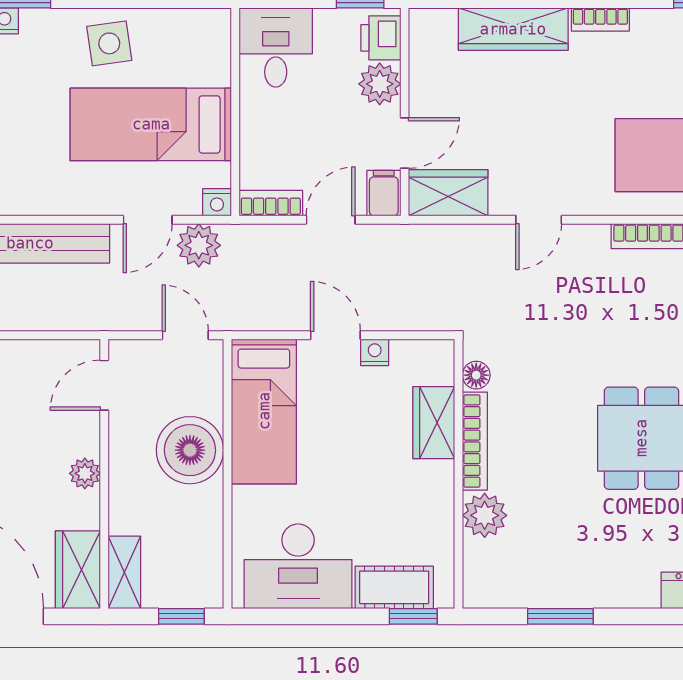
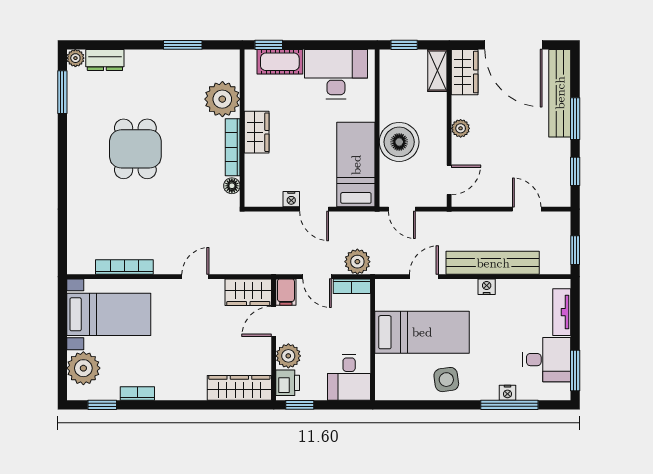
bookcase: (600, 19) -> (137, 394), moved
wardrobe: (513, 29) -> (239, 388), moved
nightstand: (217, 202) -> (487, 287), moved
door: (331, 220) -> (317, 277), hinge flipped
plant: (199, 245) -> (357, 262), moved
wardrobe: (434, 423) -> (257, 132), moved
plant: (485, 515) -> (222, 99), width x1.36, depth x1.36

